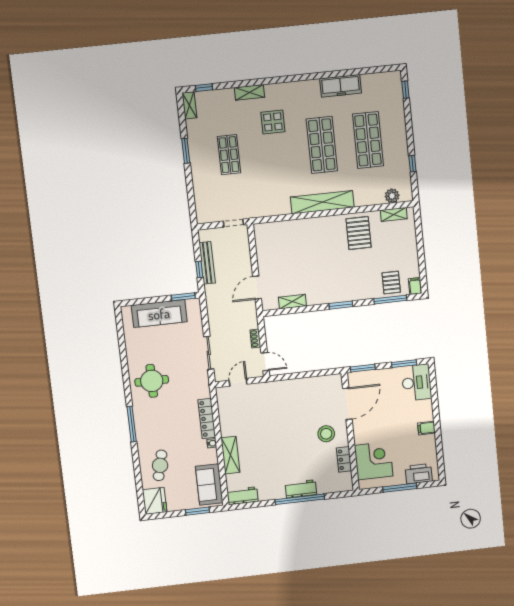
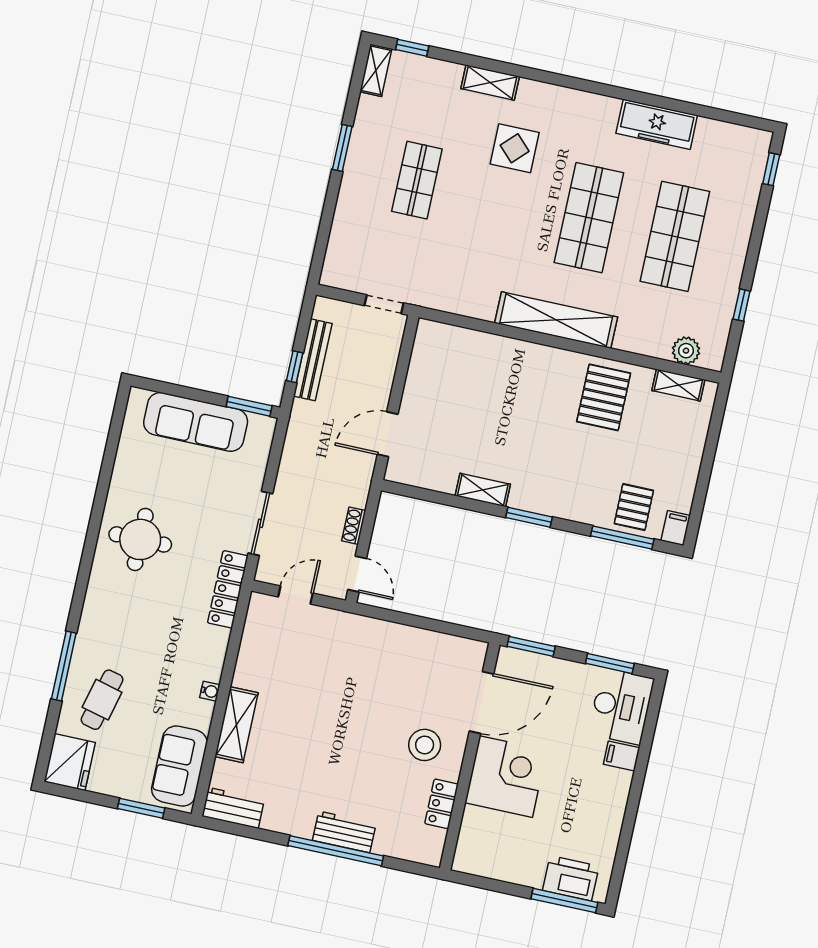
shelving: (292, 302) -> (483, 490), moved
locker: (207, 419) -> (228, 589), moved
window: (132, 424) -> (64, 666), moved
filing cabinet: (426, 428) -> (622, 756), moved
corner desk: (374, 461) -> (506, 777), moved
window: (400, 488) -> (564, 901), moved

